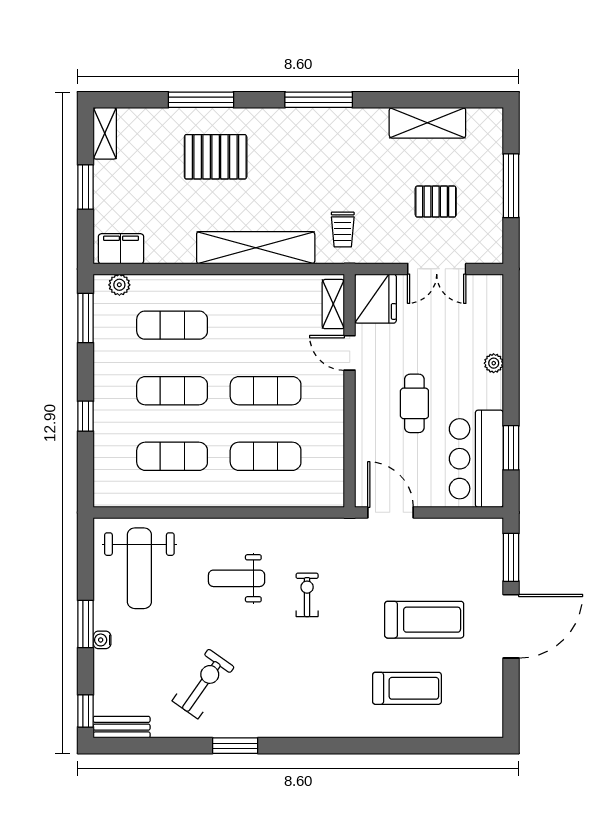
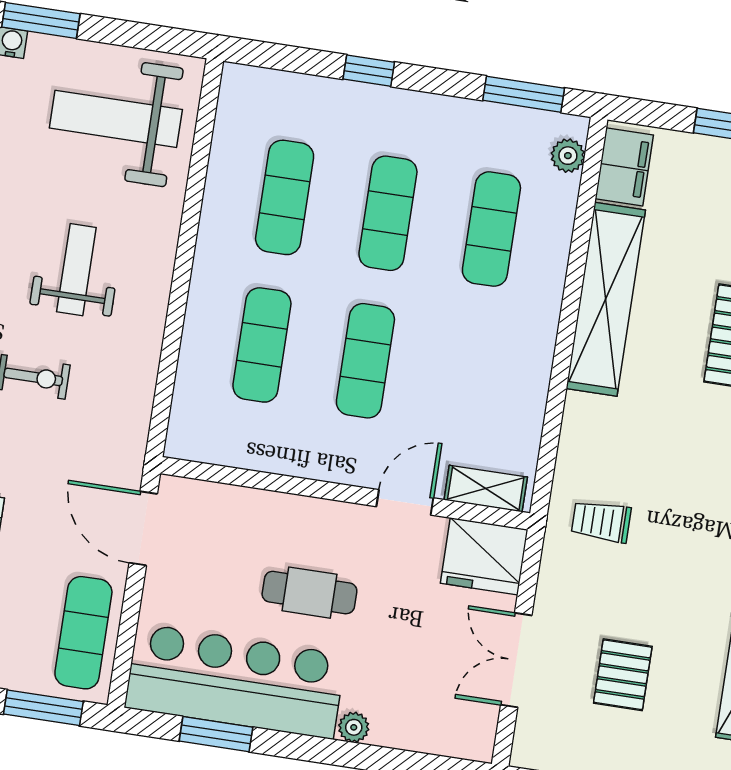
shelving: (256, 248) -> (606, 299), moved
bar counter: (476, 459) -> (235, 681), width x1.36
door: (390, 512) -> (143, 528), swing flipped
exercise mat: (461, 540) -> (83, 633), added

